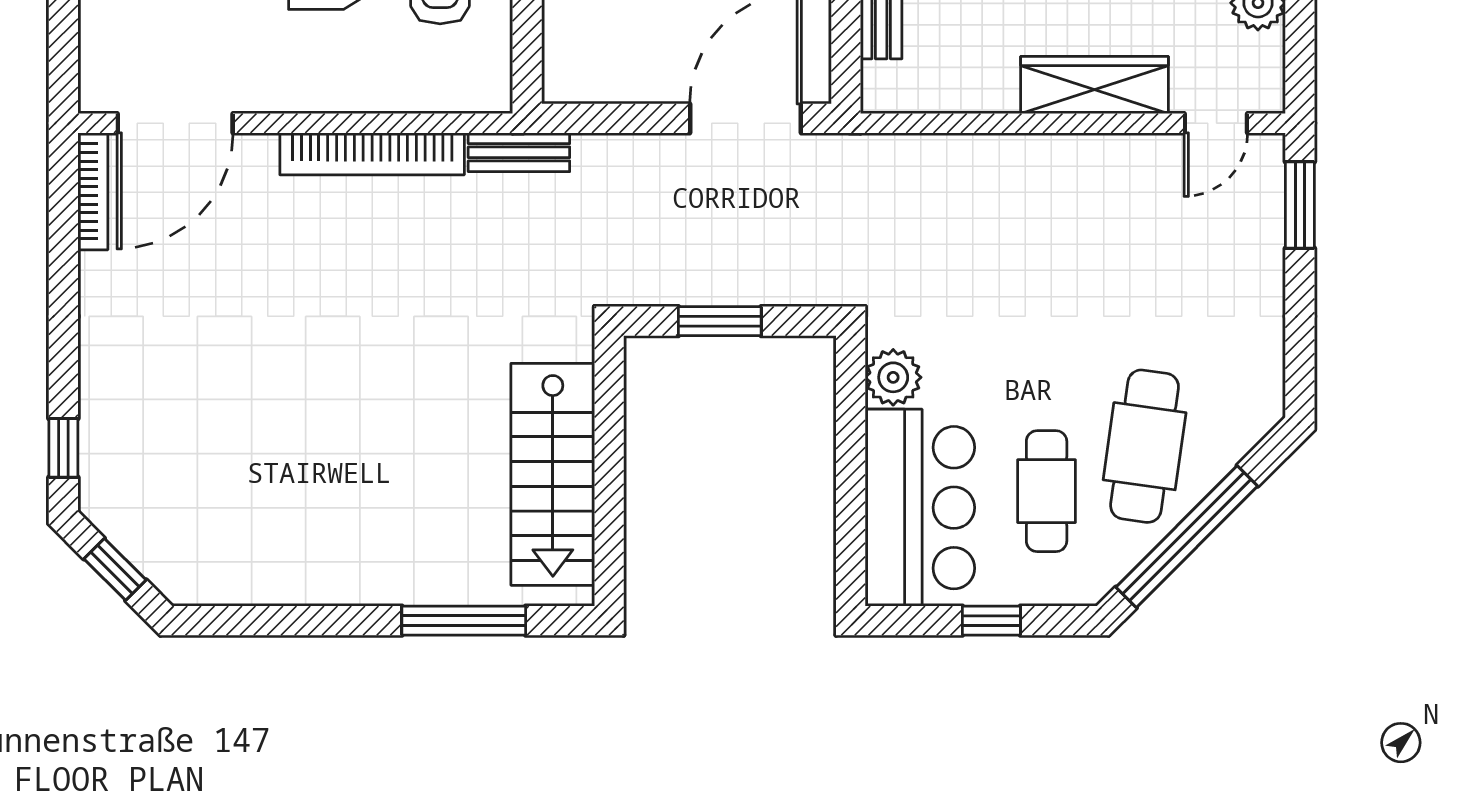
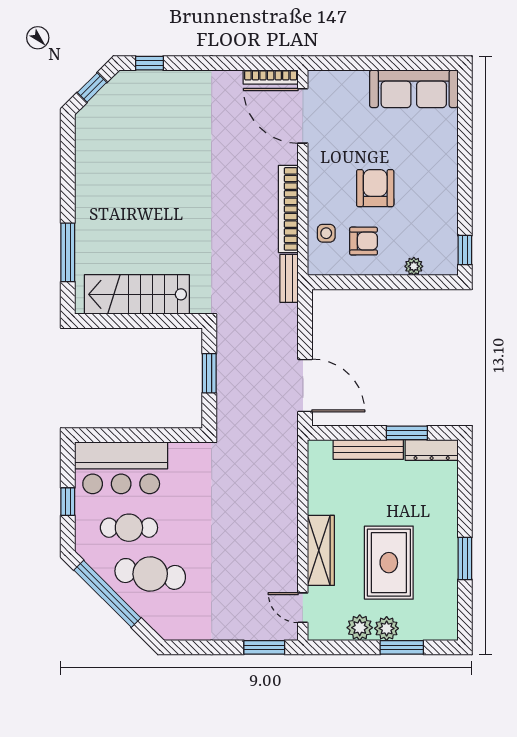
side table: (423, 74) -> (326, 233), added
plant: (893, 377) -> (183, 455), removed

